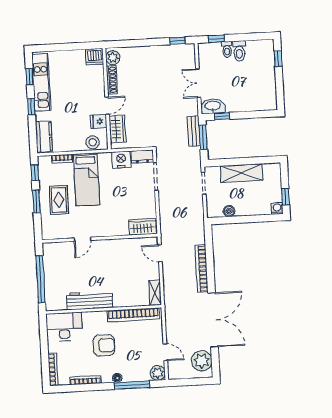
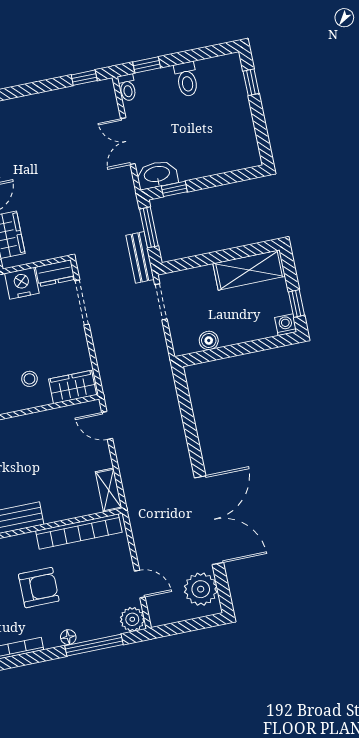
toilet: (227, 49) -> (127, 88), moved
bench: (194, 131) -> (140, 257), moved
shelving: (242, 173) -> (249, 270), moved
stool: (117, 218) -> (29, 379), added
bookcase: (202, 269) -> (178, 440), removed

